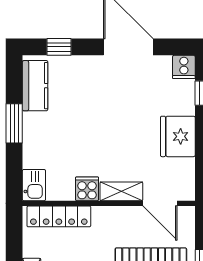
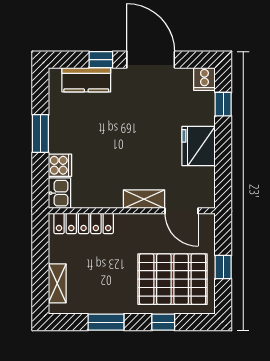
window: (59, 47) -> (101, 60), moved
kitchen counter: (35, 86) -> (86, 80), moved, turned 90
cooker: (87, 189) -> (60, 165), moved, turned 90

